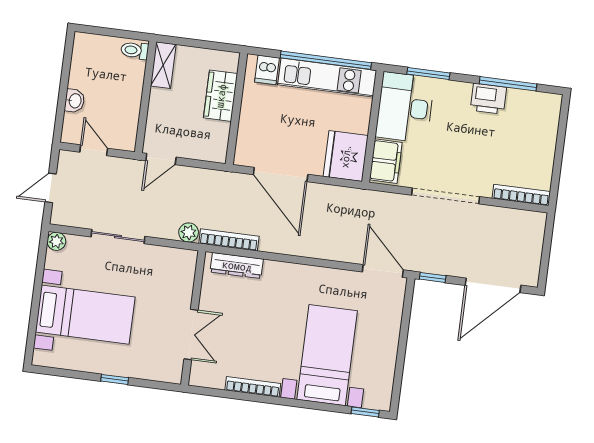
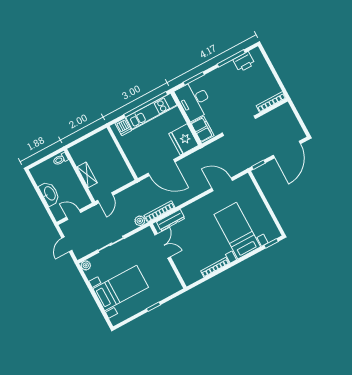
shelving: (163, 65) -> (87, 175), moved
wardrobe: (221, 96) -> (111, 152), removed
printer: (488, 99) -> (244, 62), moved
washbasin: (75, 101) -> (49, 194), width x1.91, depth x1.45
door: (383, 271) -> (222, 184), moved
double door: (191, 334) -> (163, 246), moved

